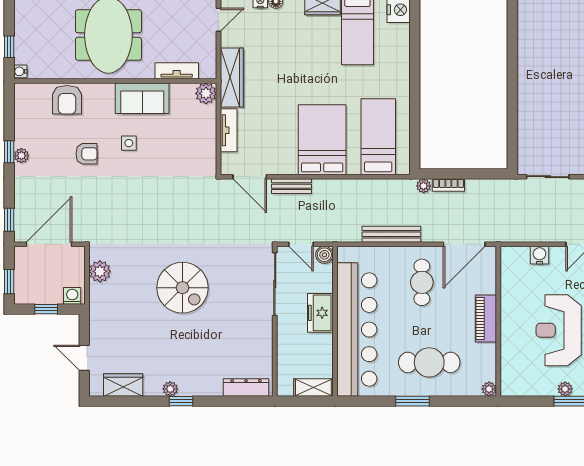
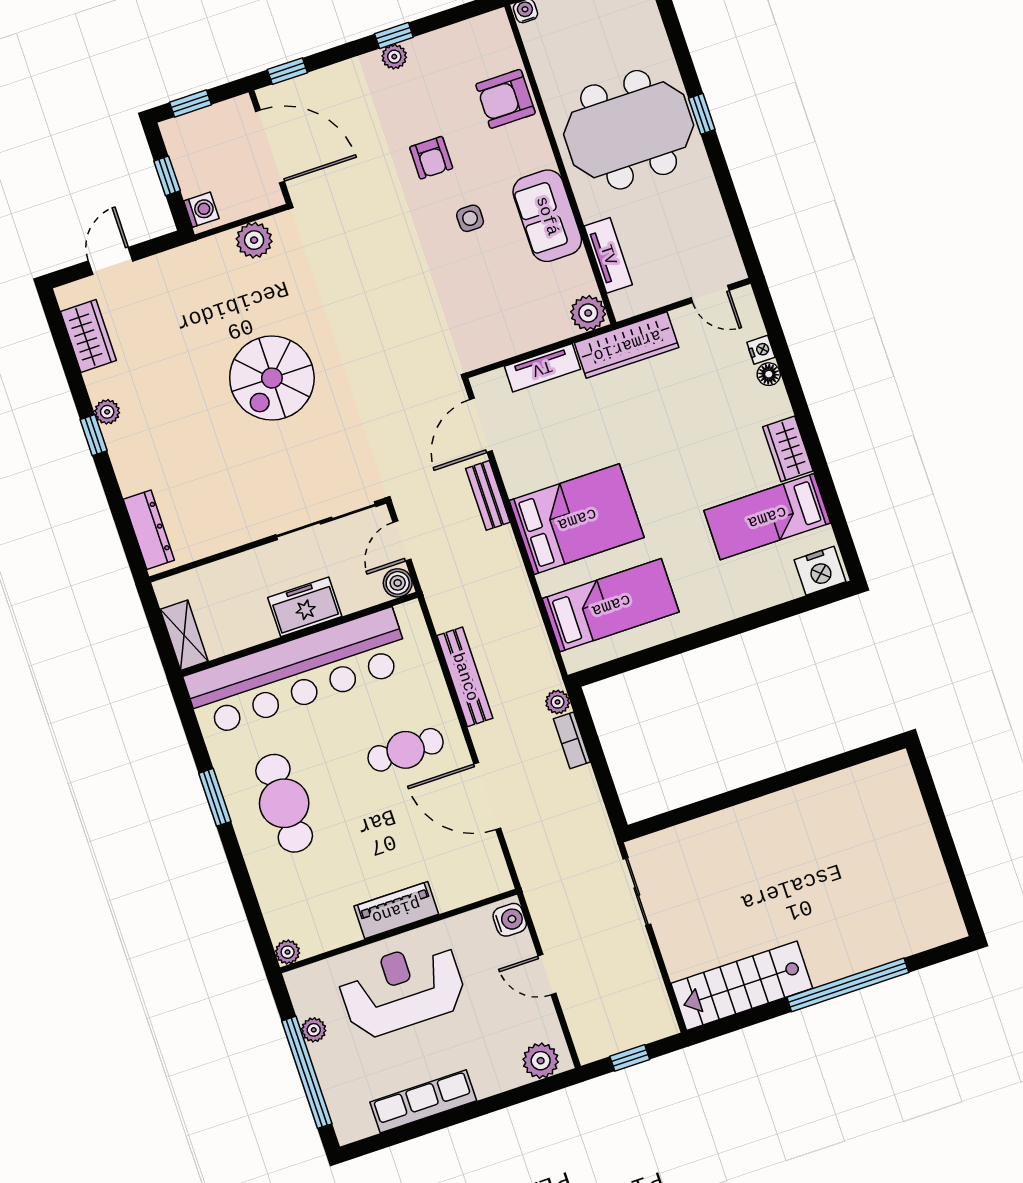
piano: (486, 319) -> (396, 910), moved
wall: (498, 321) -> (398, 931), moved
plant: (489, 389) -> (288, 952), moved

